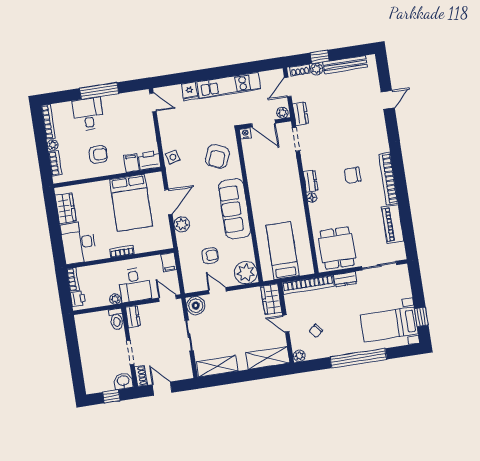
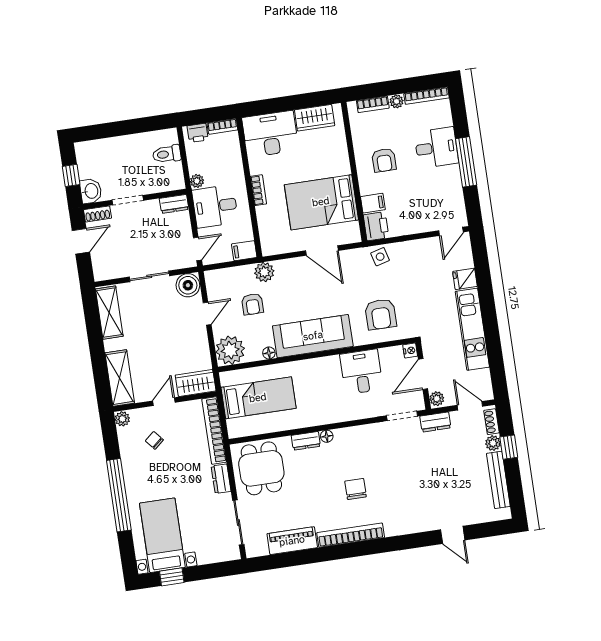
armchair: (217, 156) -> (381, 314), turned -112
desk: (262, 171) -> (361, 372), added
dresser: (311, 181) -> (306, 441), moved
plant: (182, 224) -> (264, 272), moved
floor lamp: (248, 243) -> (269, 353), added
dining table: (337, 248) -> (261, 468), turned 90
toilet: (116, 319) -> (167, 154), moved

